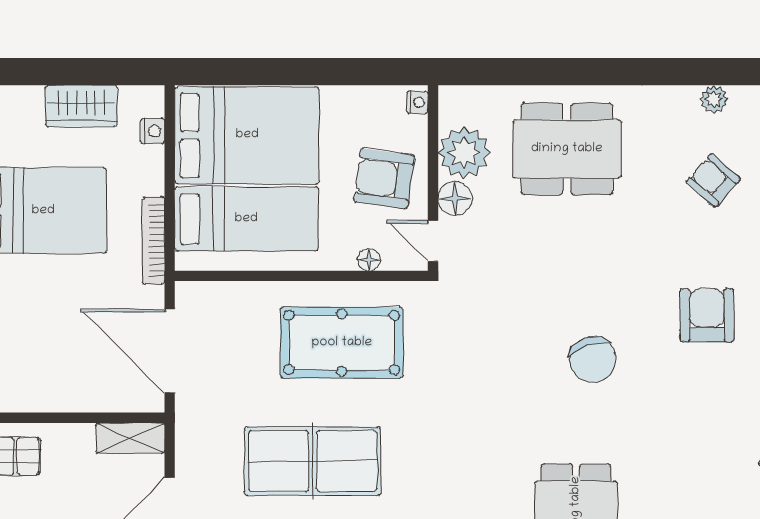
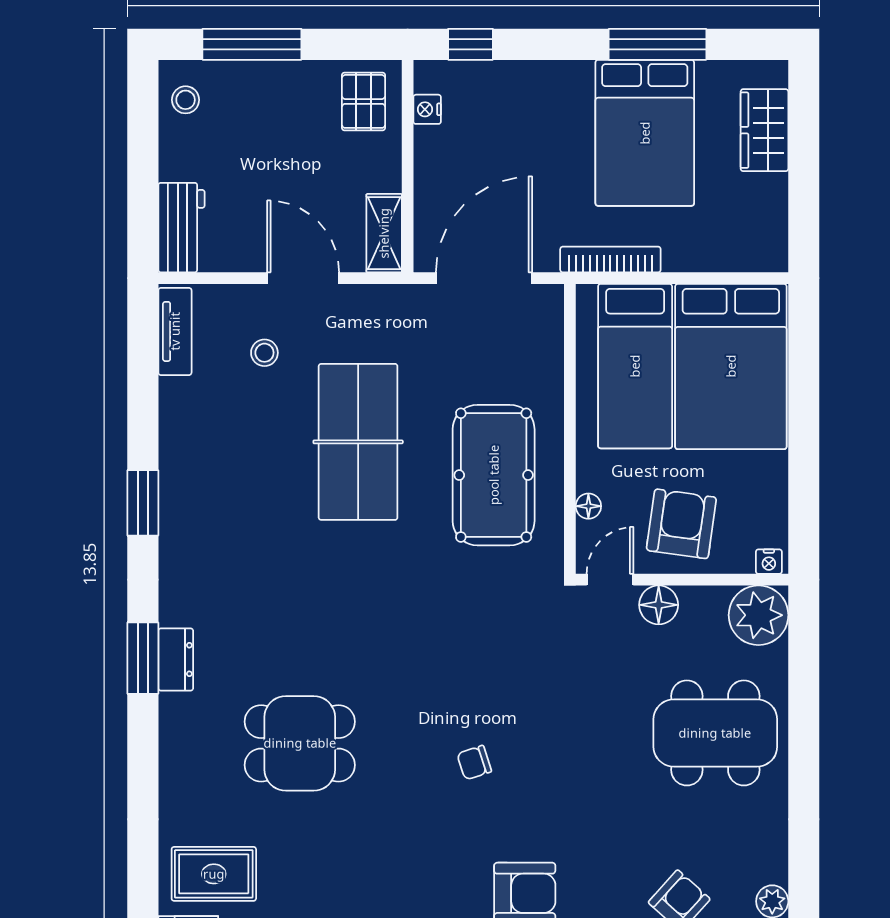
wardrobe: (81, 106) -> (764, 130), moved
nightstand: (153, 131) -> (427, 109), moved, turned 90
dining table: (567, 149) -> (715, 733), turned 90
plant: (464, 153) -> (758, 615), moved
chair: (593, 359) -> (474, 763), width x0.54, depth x0.54

